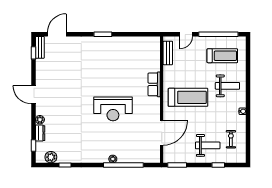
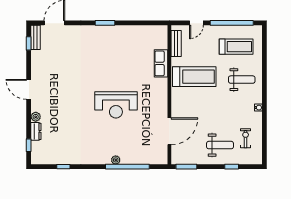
row of seats: (154, 84) -> (161, 63), moved
treadmill: (188, 97) -> (194, 77), moved
plant: (51, 157) -> (48, 158), removed

